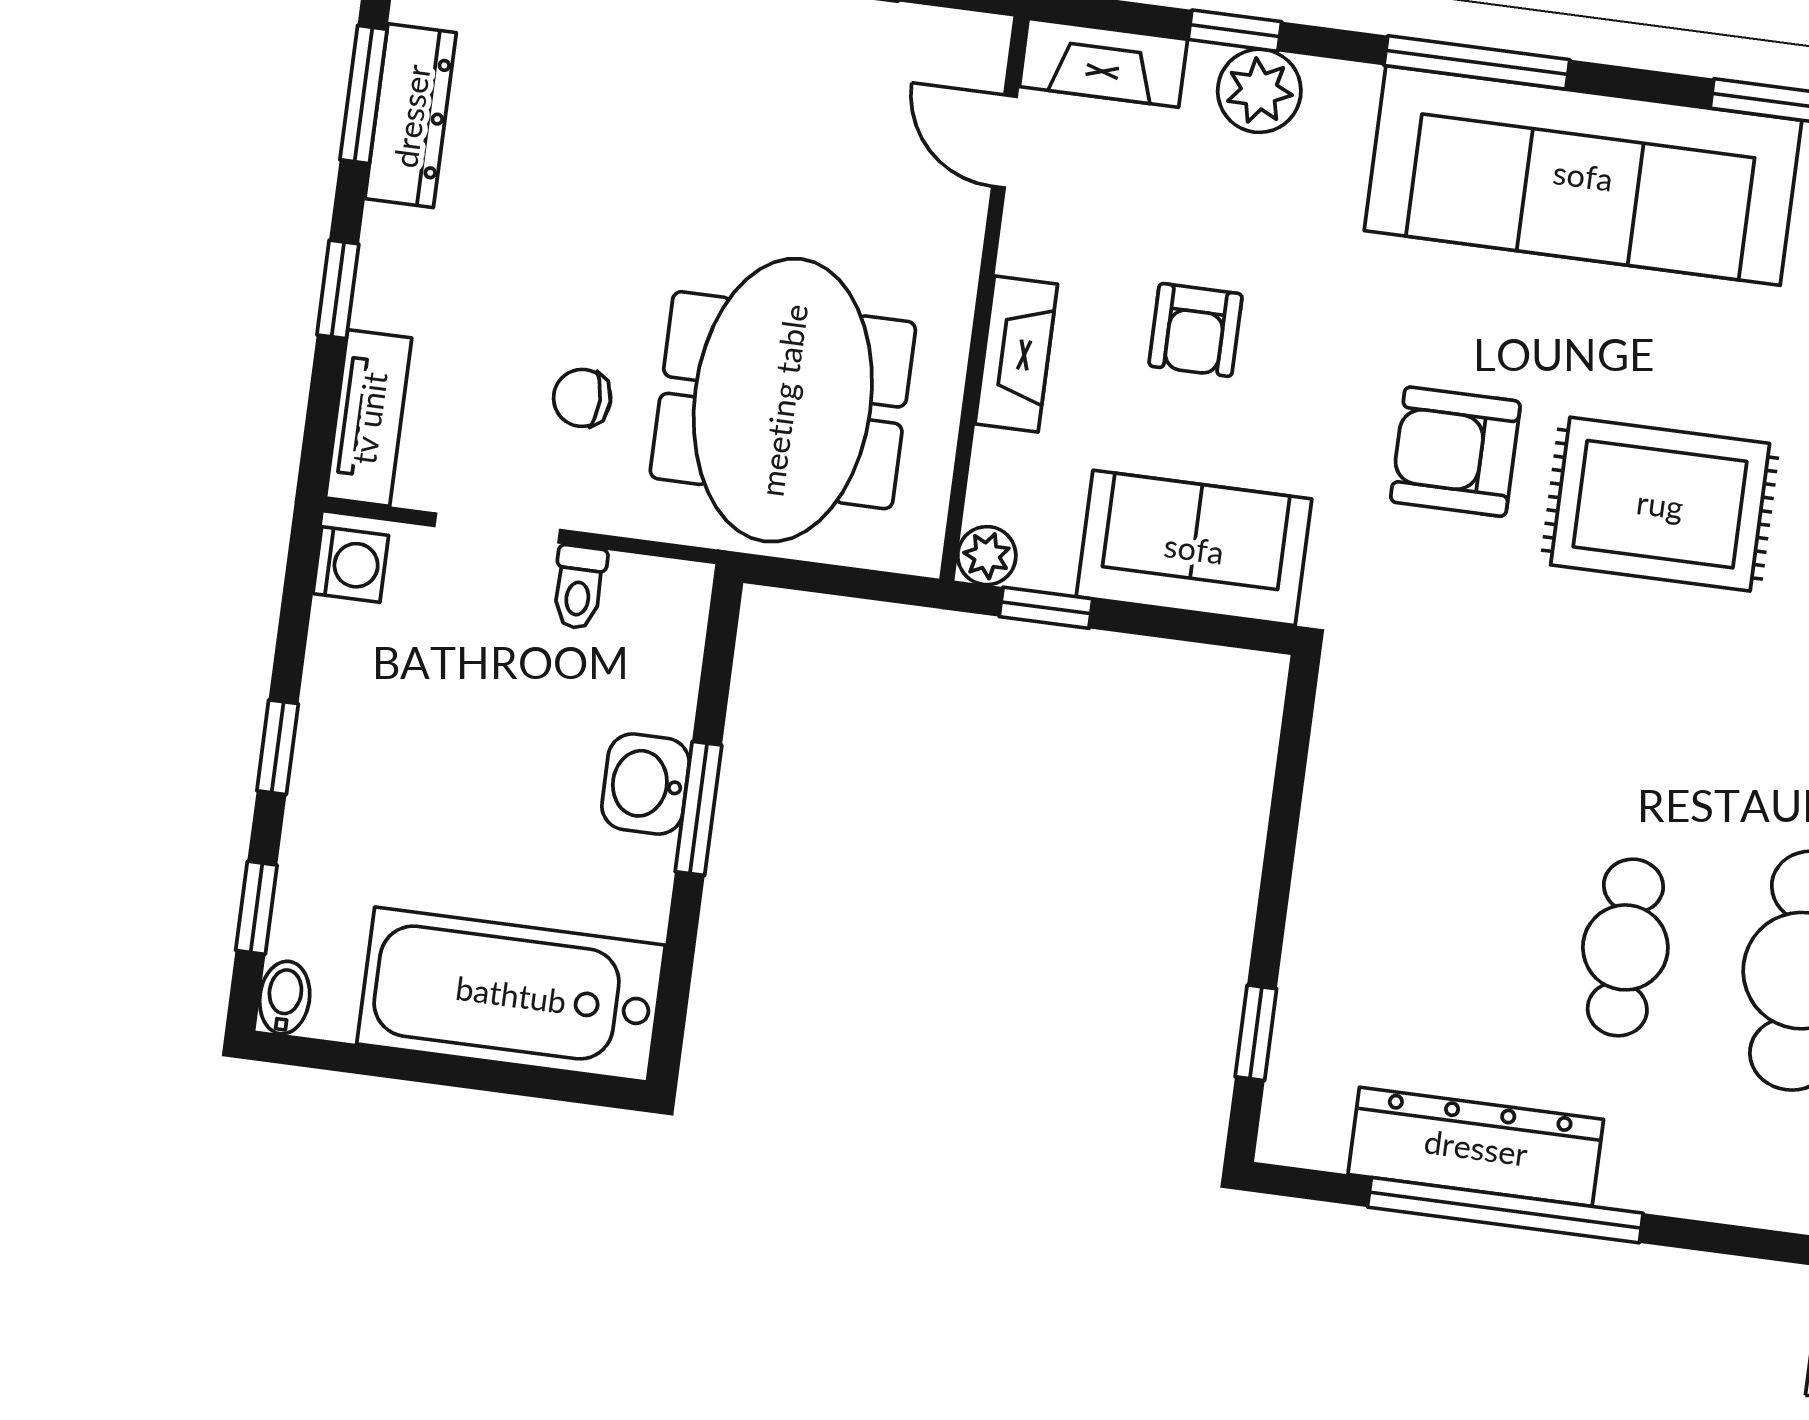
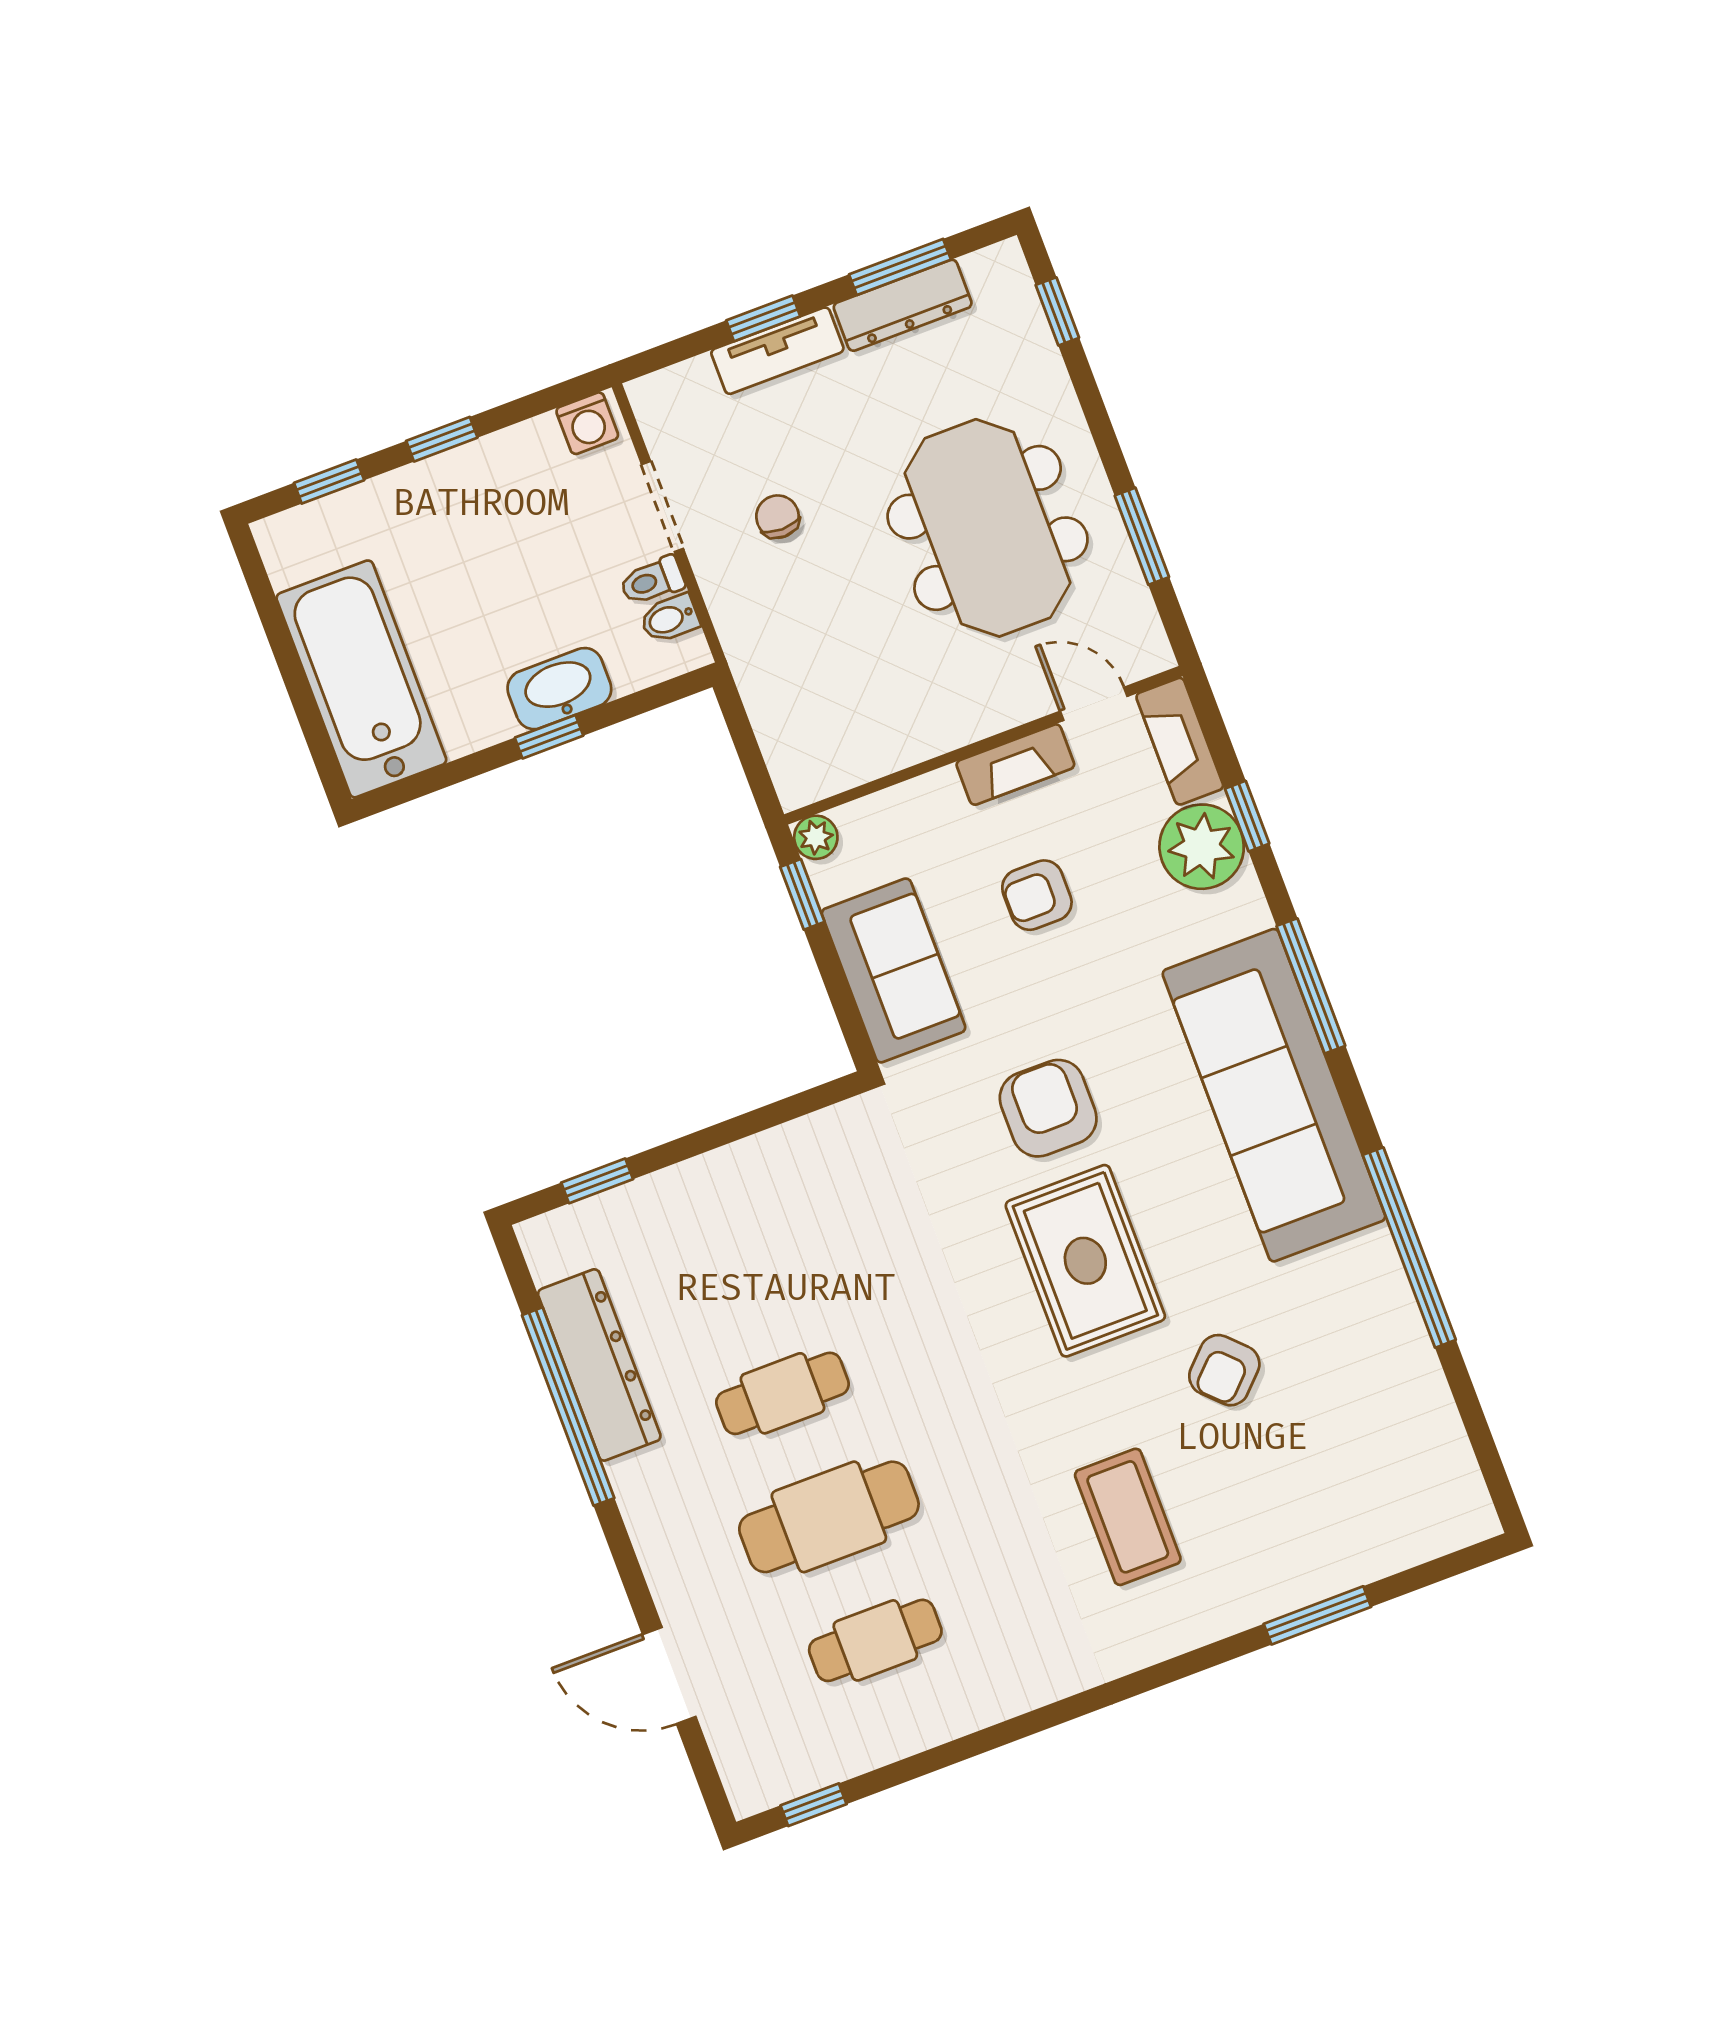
plant: (1259, 91) -> (1202, 847), width x1.36, depth x1.36
door: (1005, 141) -> (1094, 704), hinge flipped
fireplace: (1016, 354) -> (1015, 765), moved
meeting table: (783, 400) -> (988, 528), moved, turned 90
tv unit: (369, 418) -> (777, 351), moved
washbasin: (645, 784) -> (559, 689), width x1.38
window: (698, 808) -> (549, 737), width x0.67
bidet: (285, 998) -> (670, 618), moved, turned 180

